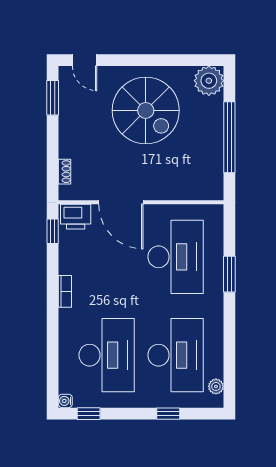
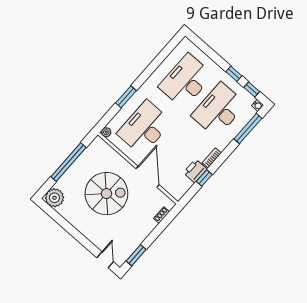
spiral stairs: (146, 110) -> (106, 194), moved, turned 90
printer: (76, 217) -> (195, 171), moved, turned -90
window: (53, 231) -> (204, 178), moved
window: (53, 363) -> (248, 129), added
plant: (216, 386) -> (106, 132), moved
window: (168, 414) -> (234, 74), moved

